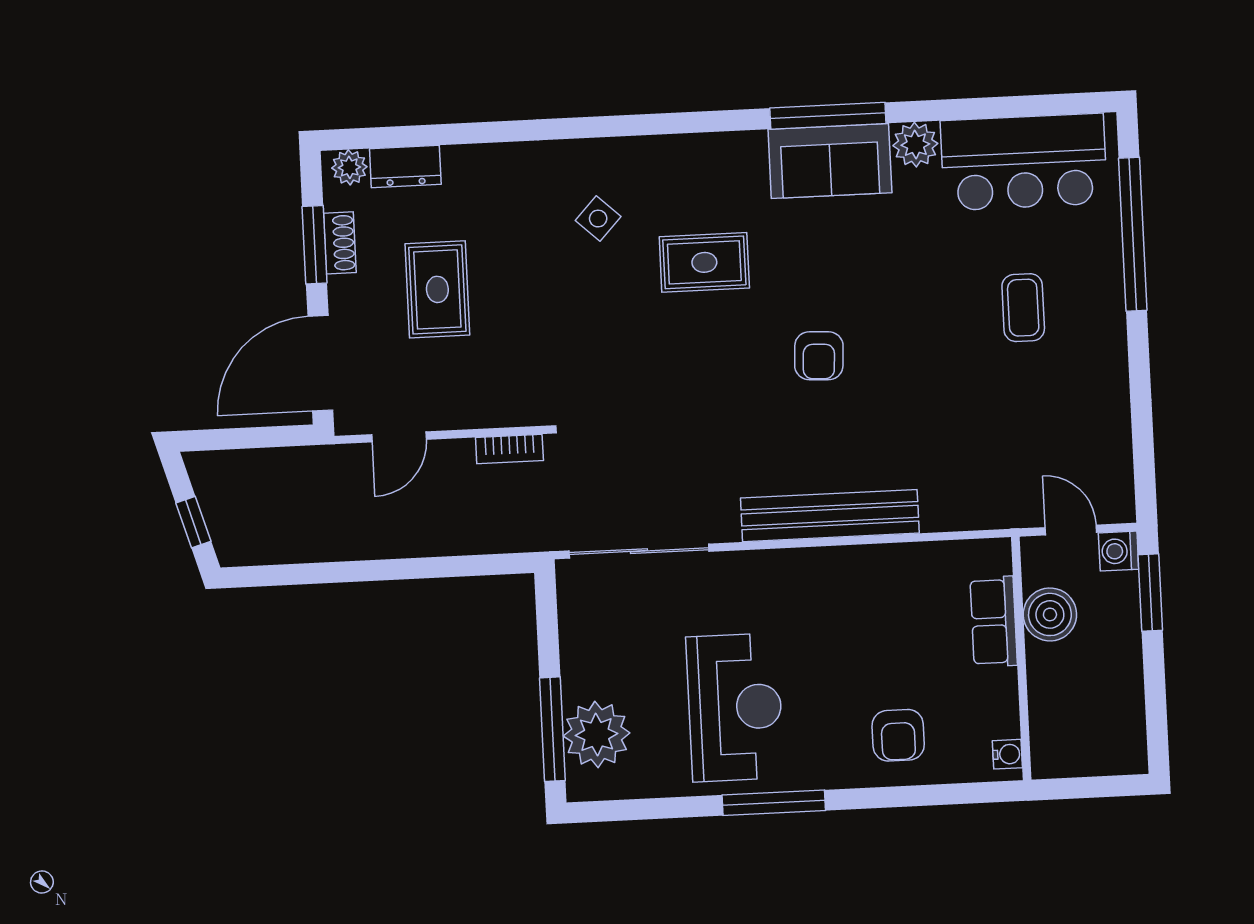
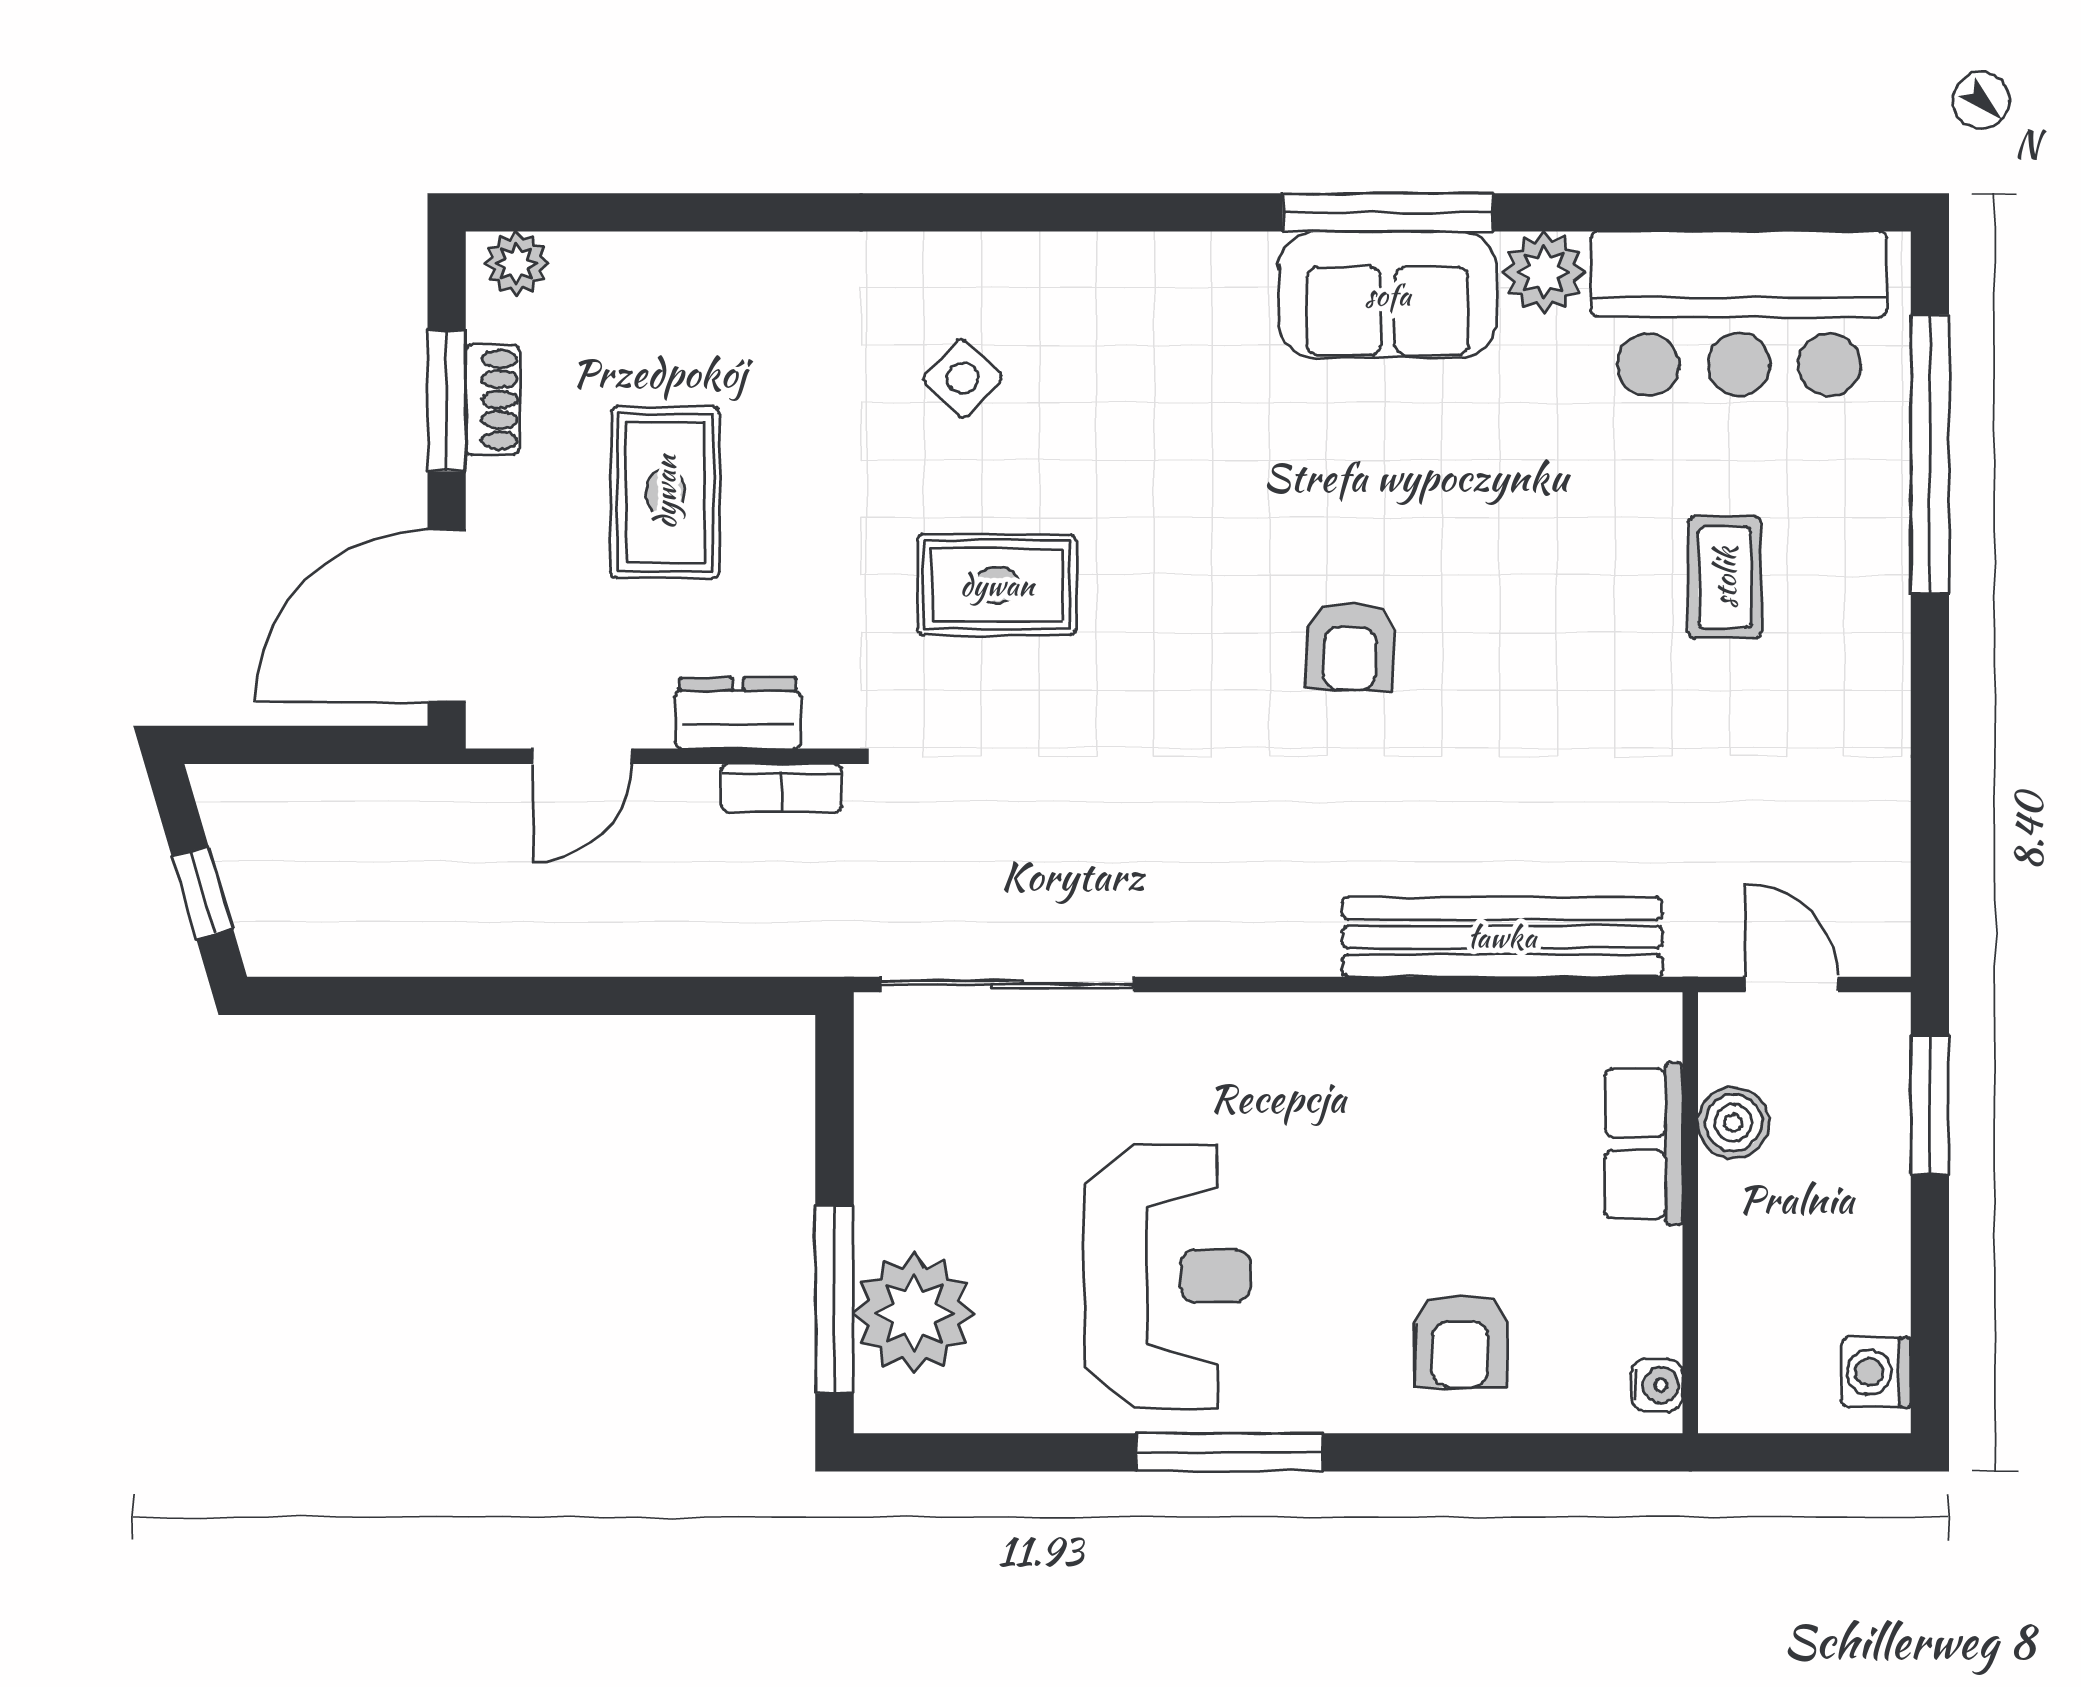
dresser: (405, 167) -> (738, 713), moved, turned 180
rug: (704, 262) -> (997, 585), moved
bench: (830, 516) -> (1502, 937), moved
washing machine: (1119, 551) -> (1876, 1372), moved
boiler: (1050, 614) -> (1733, 1123), width x0.73, depth x0.73

